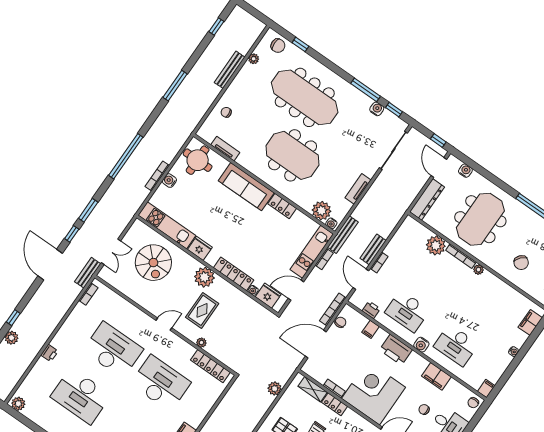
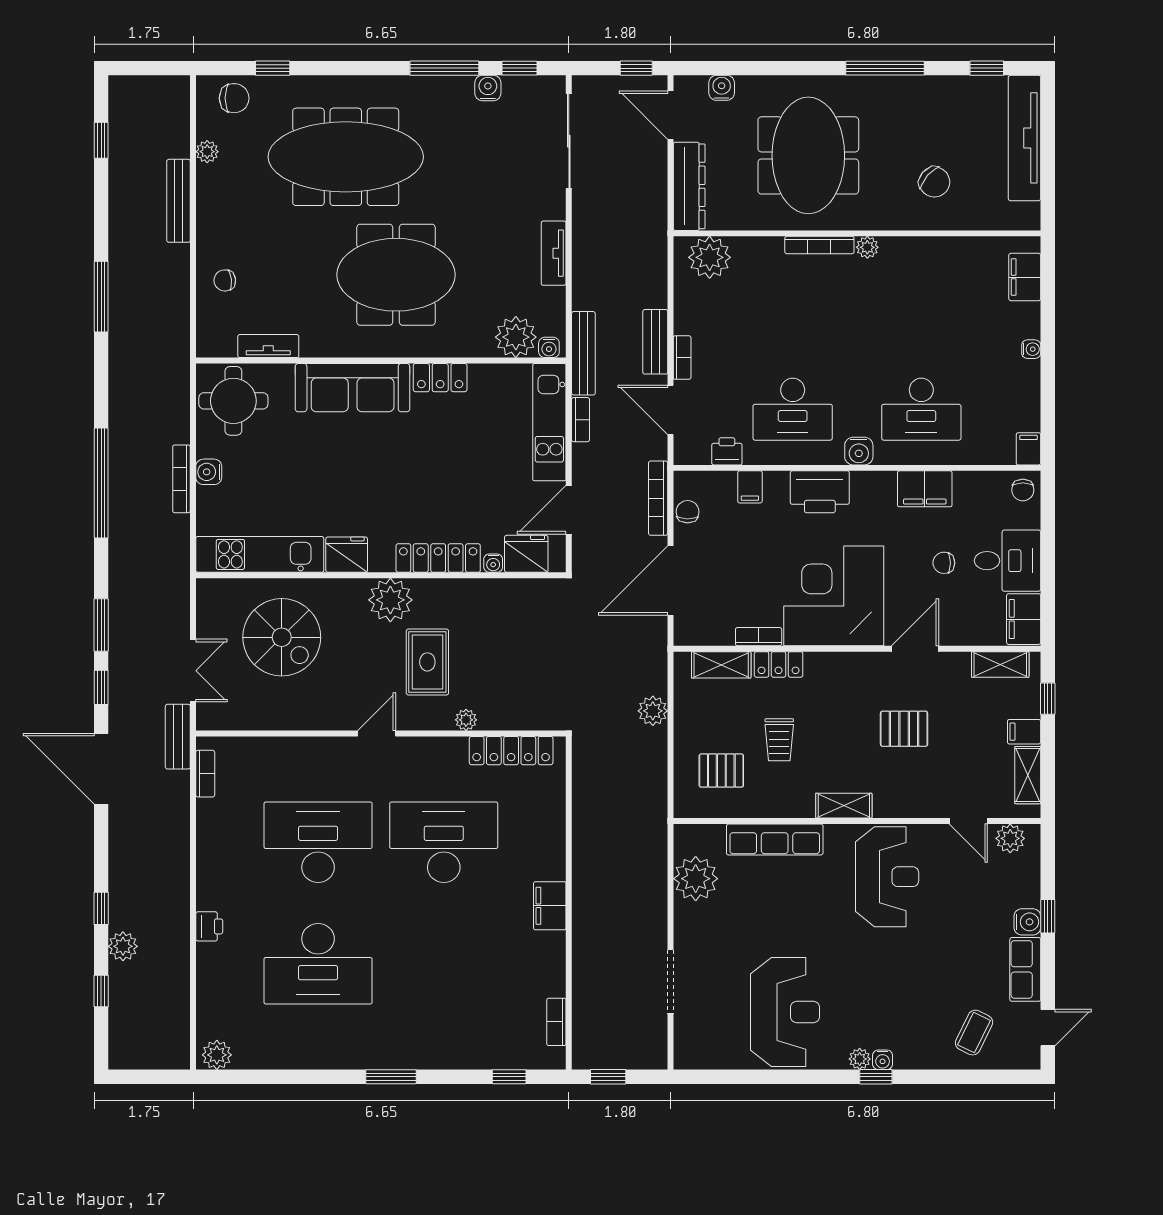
plant: (436, 245) -> (710, 257), moved

